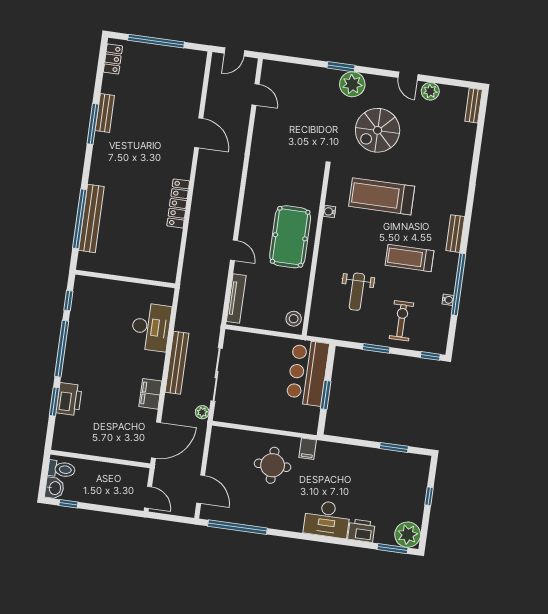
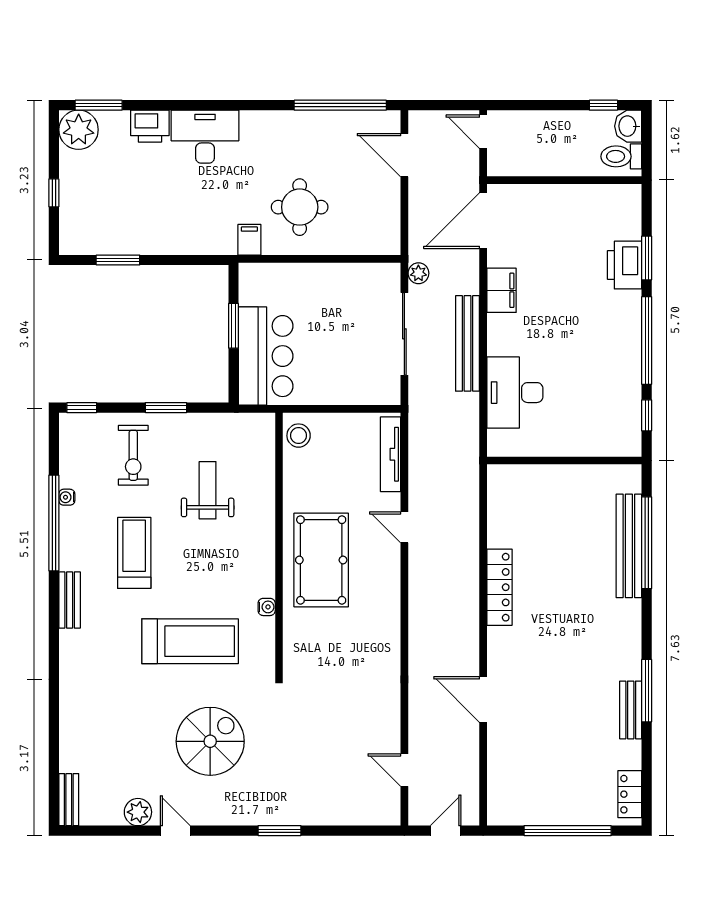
plant: (352, 84) -> (259, 806), removed
treadmill: (410, 258) -> (134, 553), turned -90

